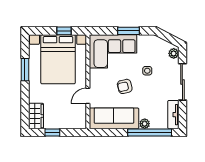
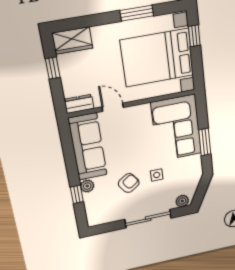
window: (64, 31) -> (194, 36), moved
armchair: (125, 86) -> (129, 183), moved, turned 68
tv unit: (173, 115) -> (105, 217), removed
dresser: (81, 119) -> (79, 104), added
window: (150, 132) -> (77, 194), width x0.32

